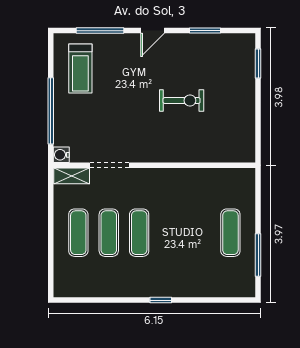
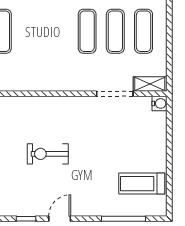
door: (153, 31) -> (60, 219), moved
window: (205, 31) -> (26, 219), width x0.67
treadmill: (80, 69) -> (142, 184), turned -90
window: (51, 111) -> (169, 144), removed

